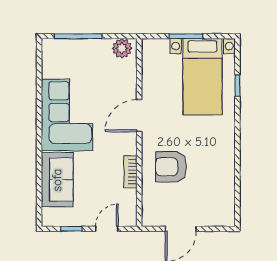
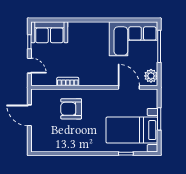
corner sofa: (67, 115) -> (133, 39), moved
door: (139, 116) -> (129, 87), moved
armchair: (171, 167) -> (71, 109), turned -90
sofa: (57, 180) -> (49, 32), moved

